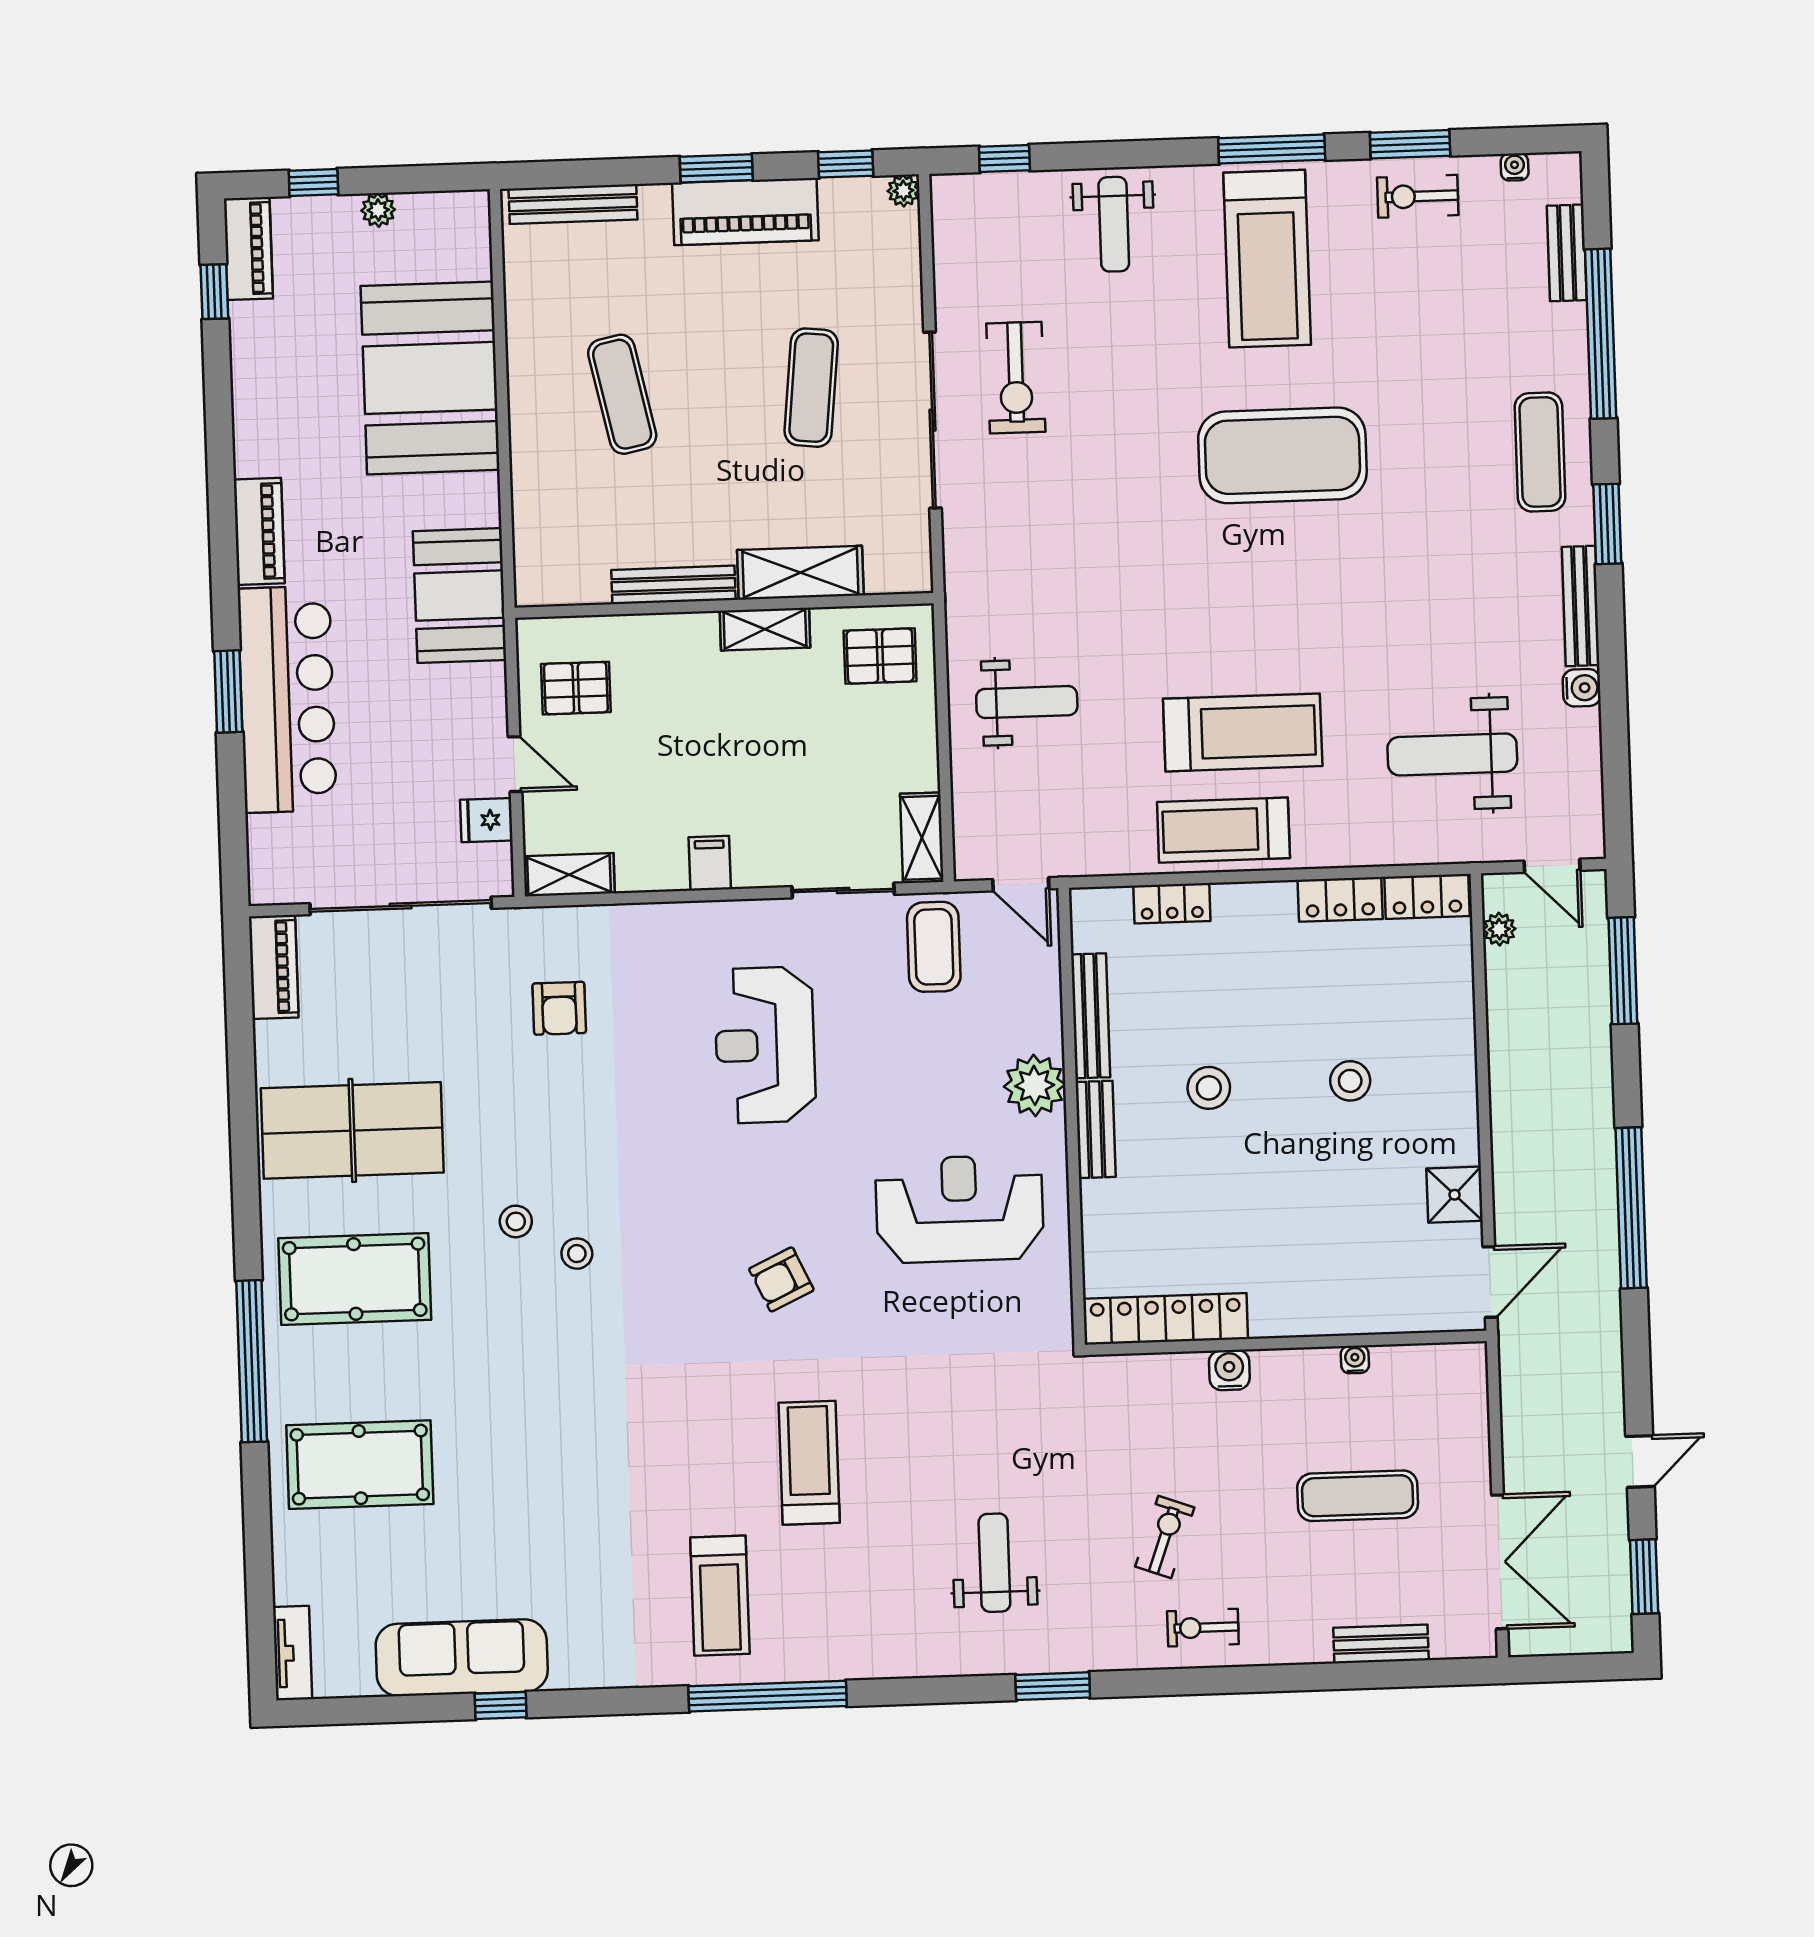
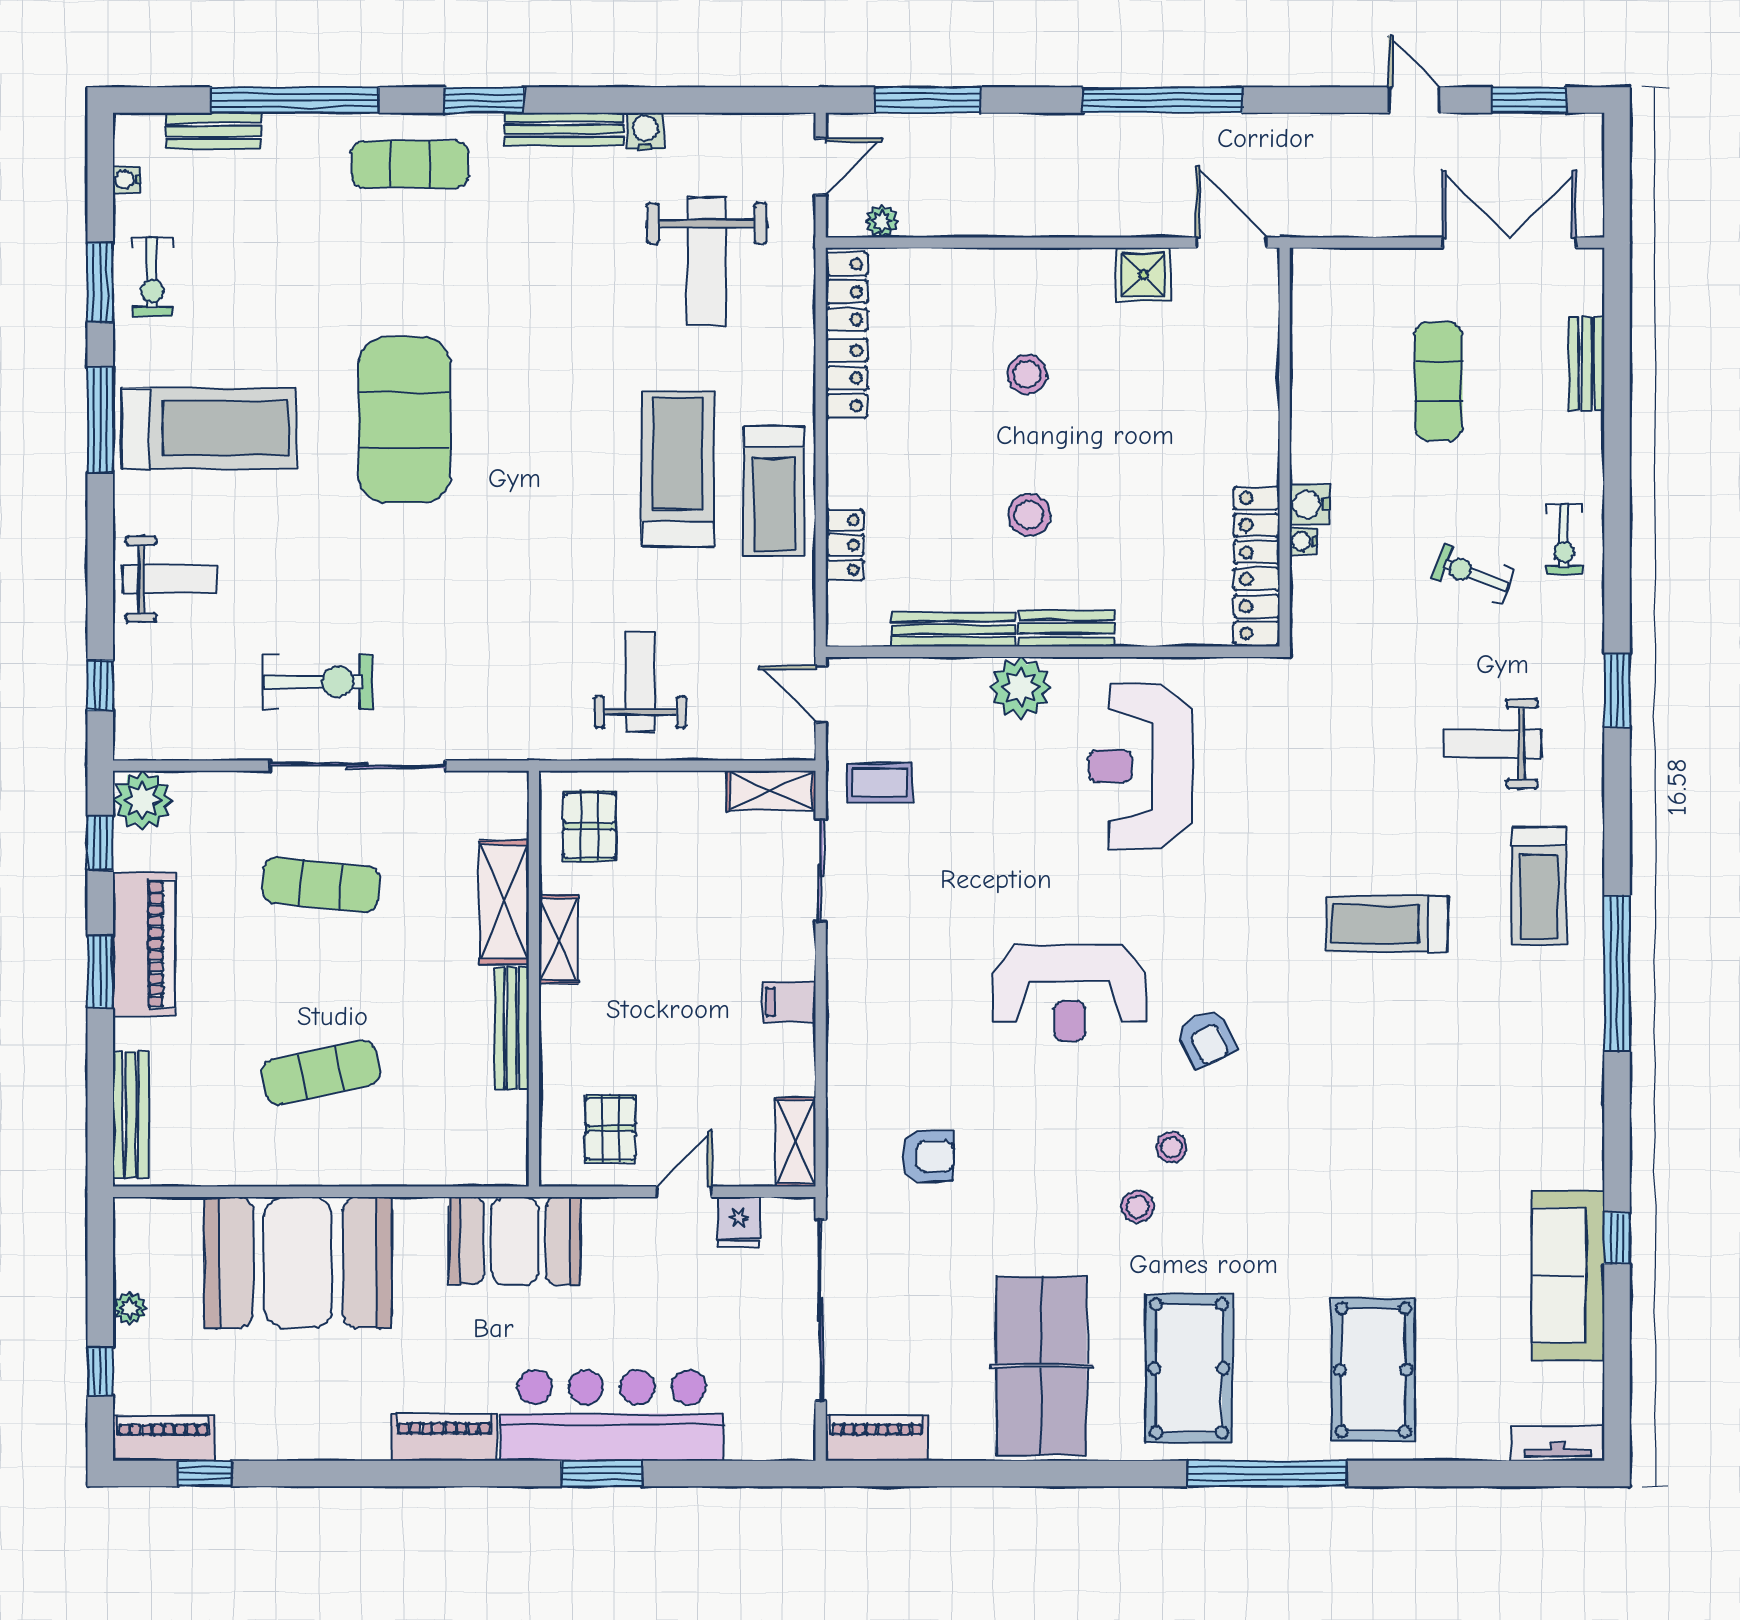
plant: (903, 191) -> (143, 800), width x1.88, depth x1.88
door: (1021, 884) -> (821, 694), swing flipped
coffee table: (934, 947) -> (880, 783), width x0.73, depth x0.77
reception desk: (765, 1045) -> (1070, 993), moved
armchair: (781, 1279) -> (1207, 1038), moved
water cooler: (1355, 1359) -> (1303, 541), moved
treadmill: (720, 1596) -> (1539, 885), moved, turned 90

